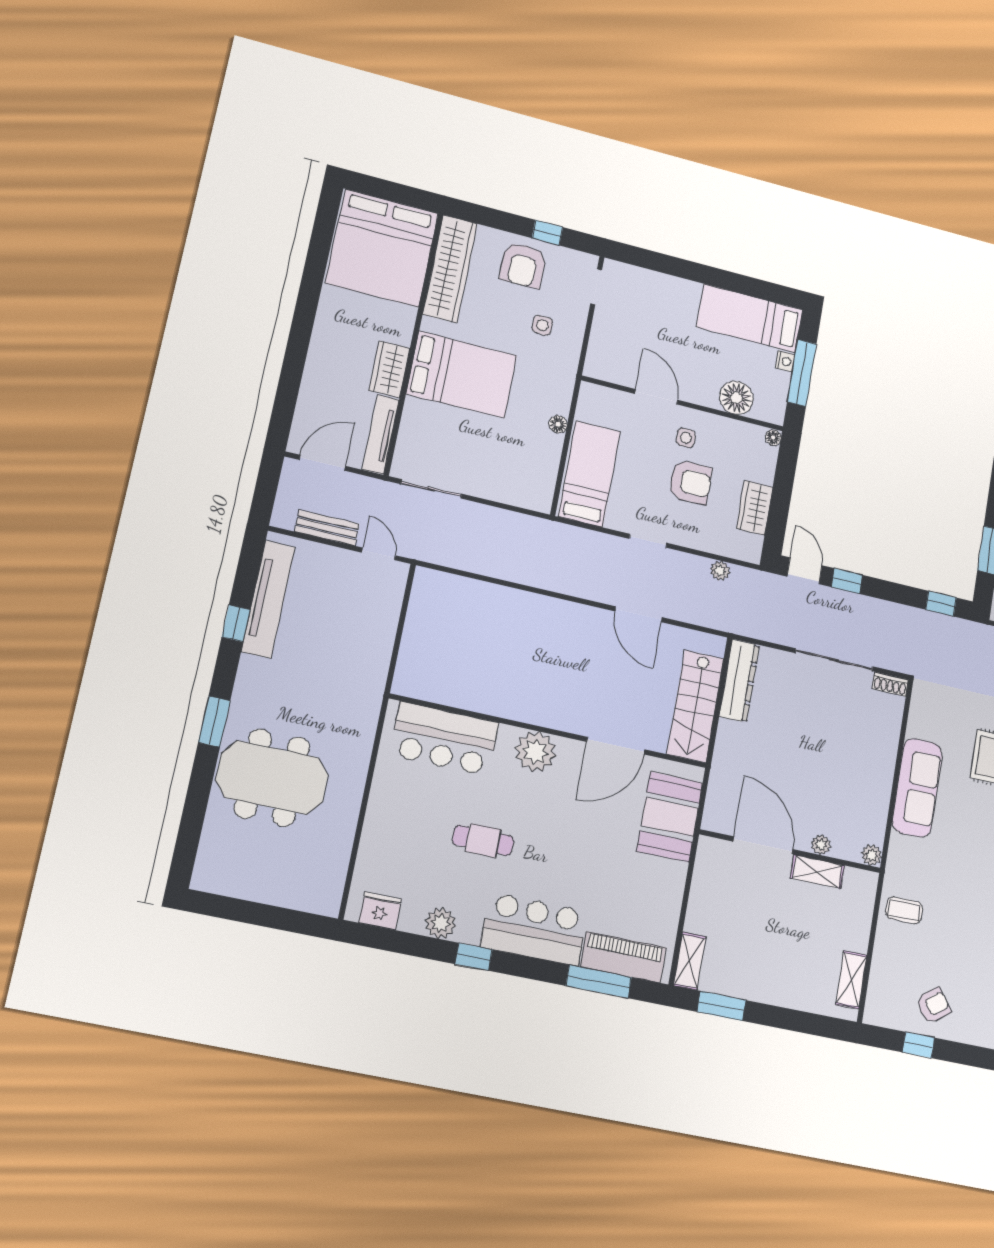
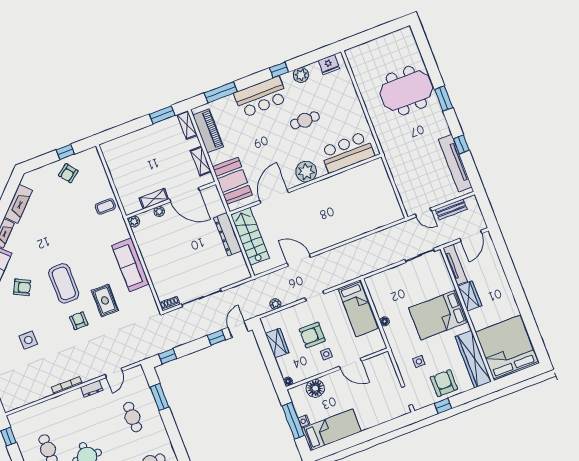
door: (805, 571) -> (238, 329), swing flipped
dresser: (739, 681) -> (228, 234), moved
piano: (623, 957) -> (208, 131), moved, turned -90
shelving: (851, 980) -> (201, 161), moved

